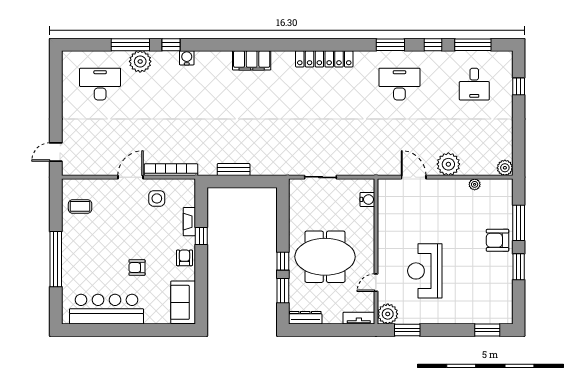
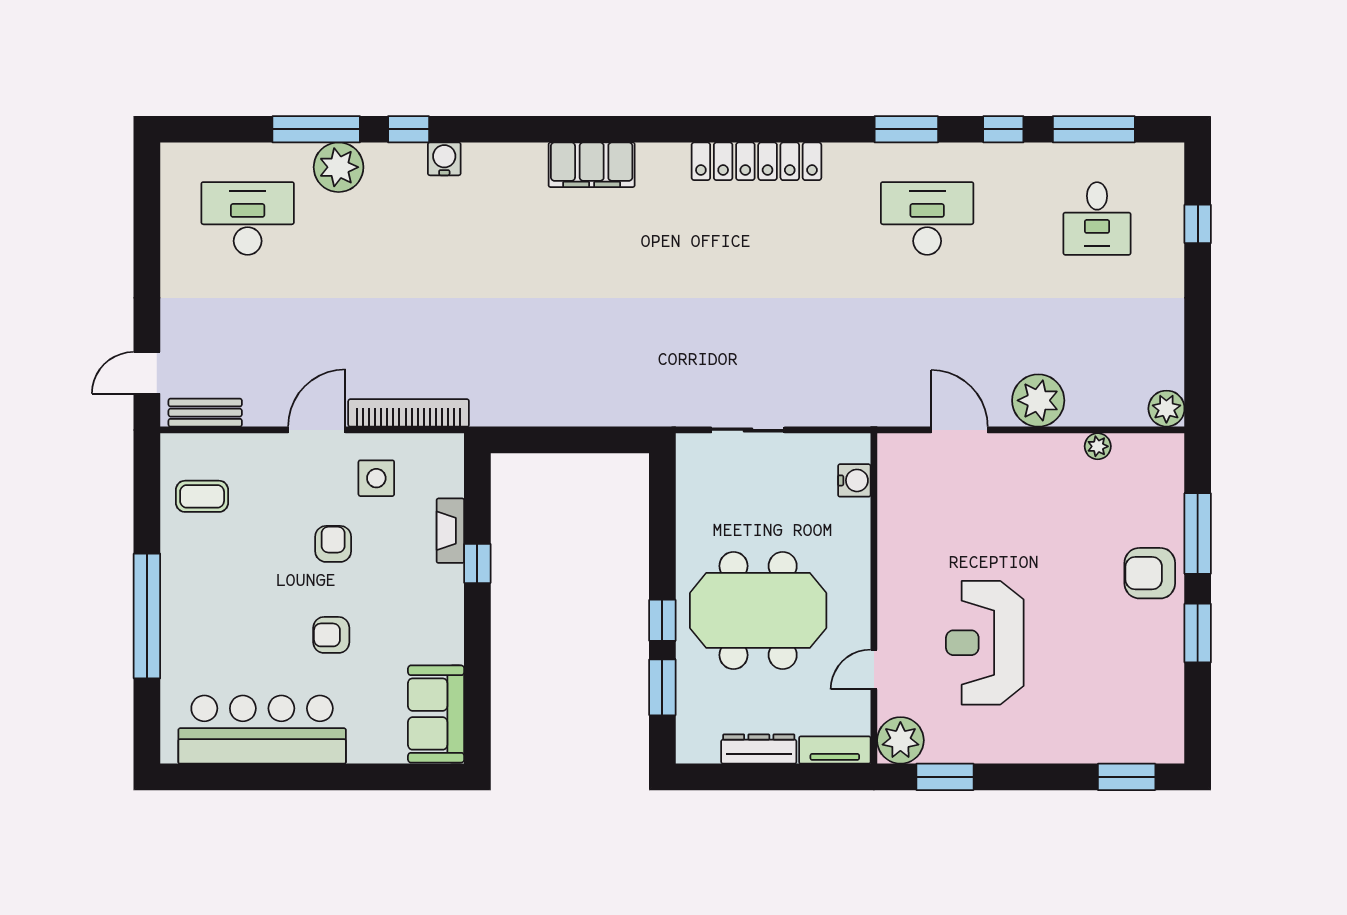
bench: (234, 170) -> (205, 413), moved
armchair: (184, 258) -> (333, 544), moved
dresser: (305, 318) -> (759, 749), moved

